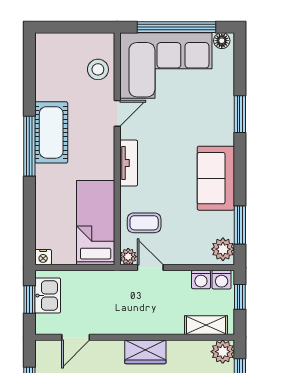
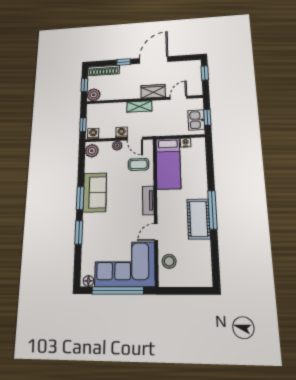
window: (240, 225) -> (80, 198), moved
nightstand: (43, 257) -> (186, 143), moved
plant: (128, 257) -> (117, 146), moved
washing machine: (201, 280) -> (122, 132), moved
shelving: (206, 325) -> (139, 106), moved
wardrobe: (145, 352) -> (153, 91), moved

